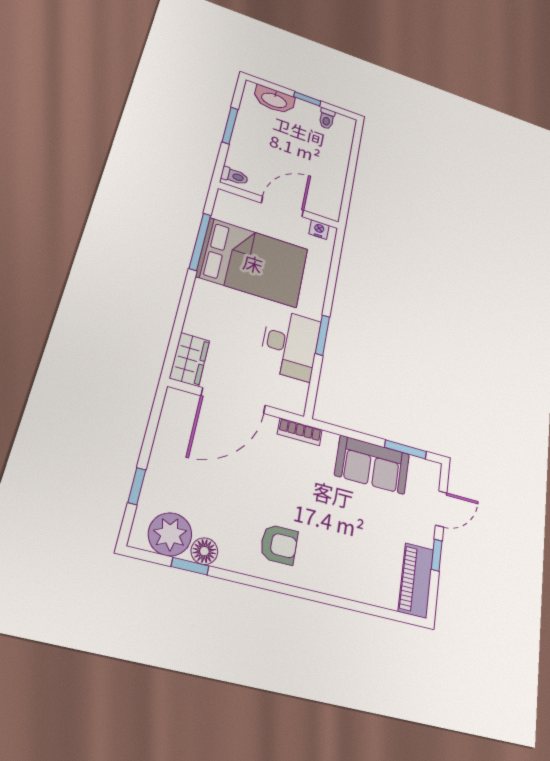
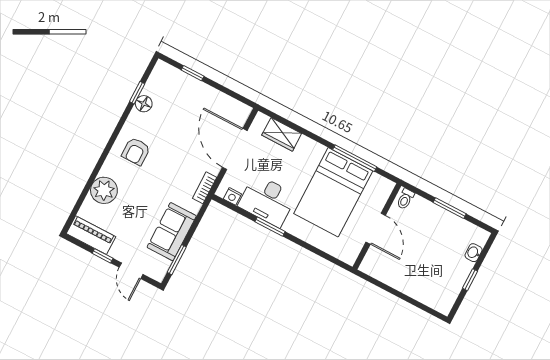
washbasin: (274, 100) -> (474, 253), width x0.52, depth x0.69
toilet: (327, 119) -> (450, 290), removed
nightstand: (319, 230) -> (232, 196), moved, turned 90
wardrobe: (190, 359) -> (282, 134), moved
plant: (170, 534) -> (104, 190), moved

